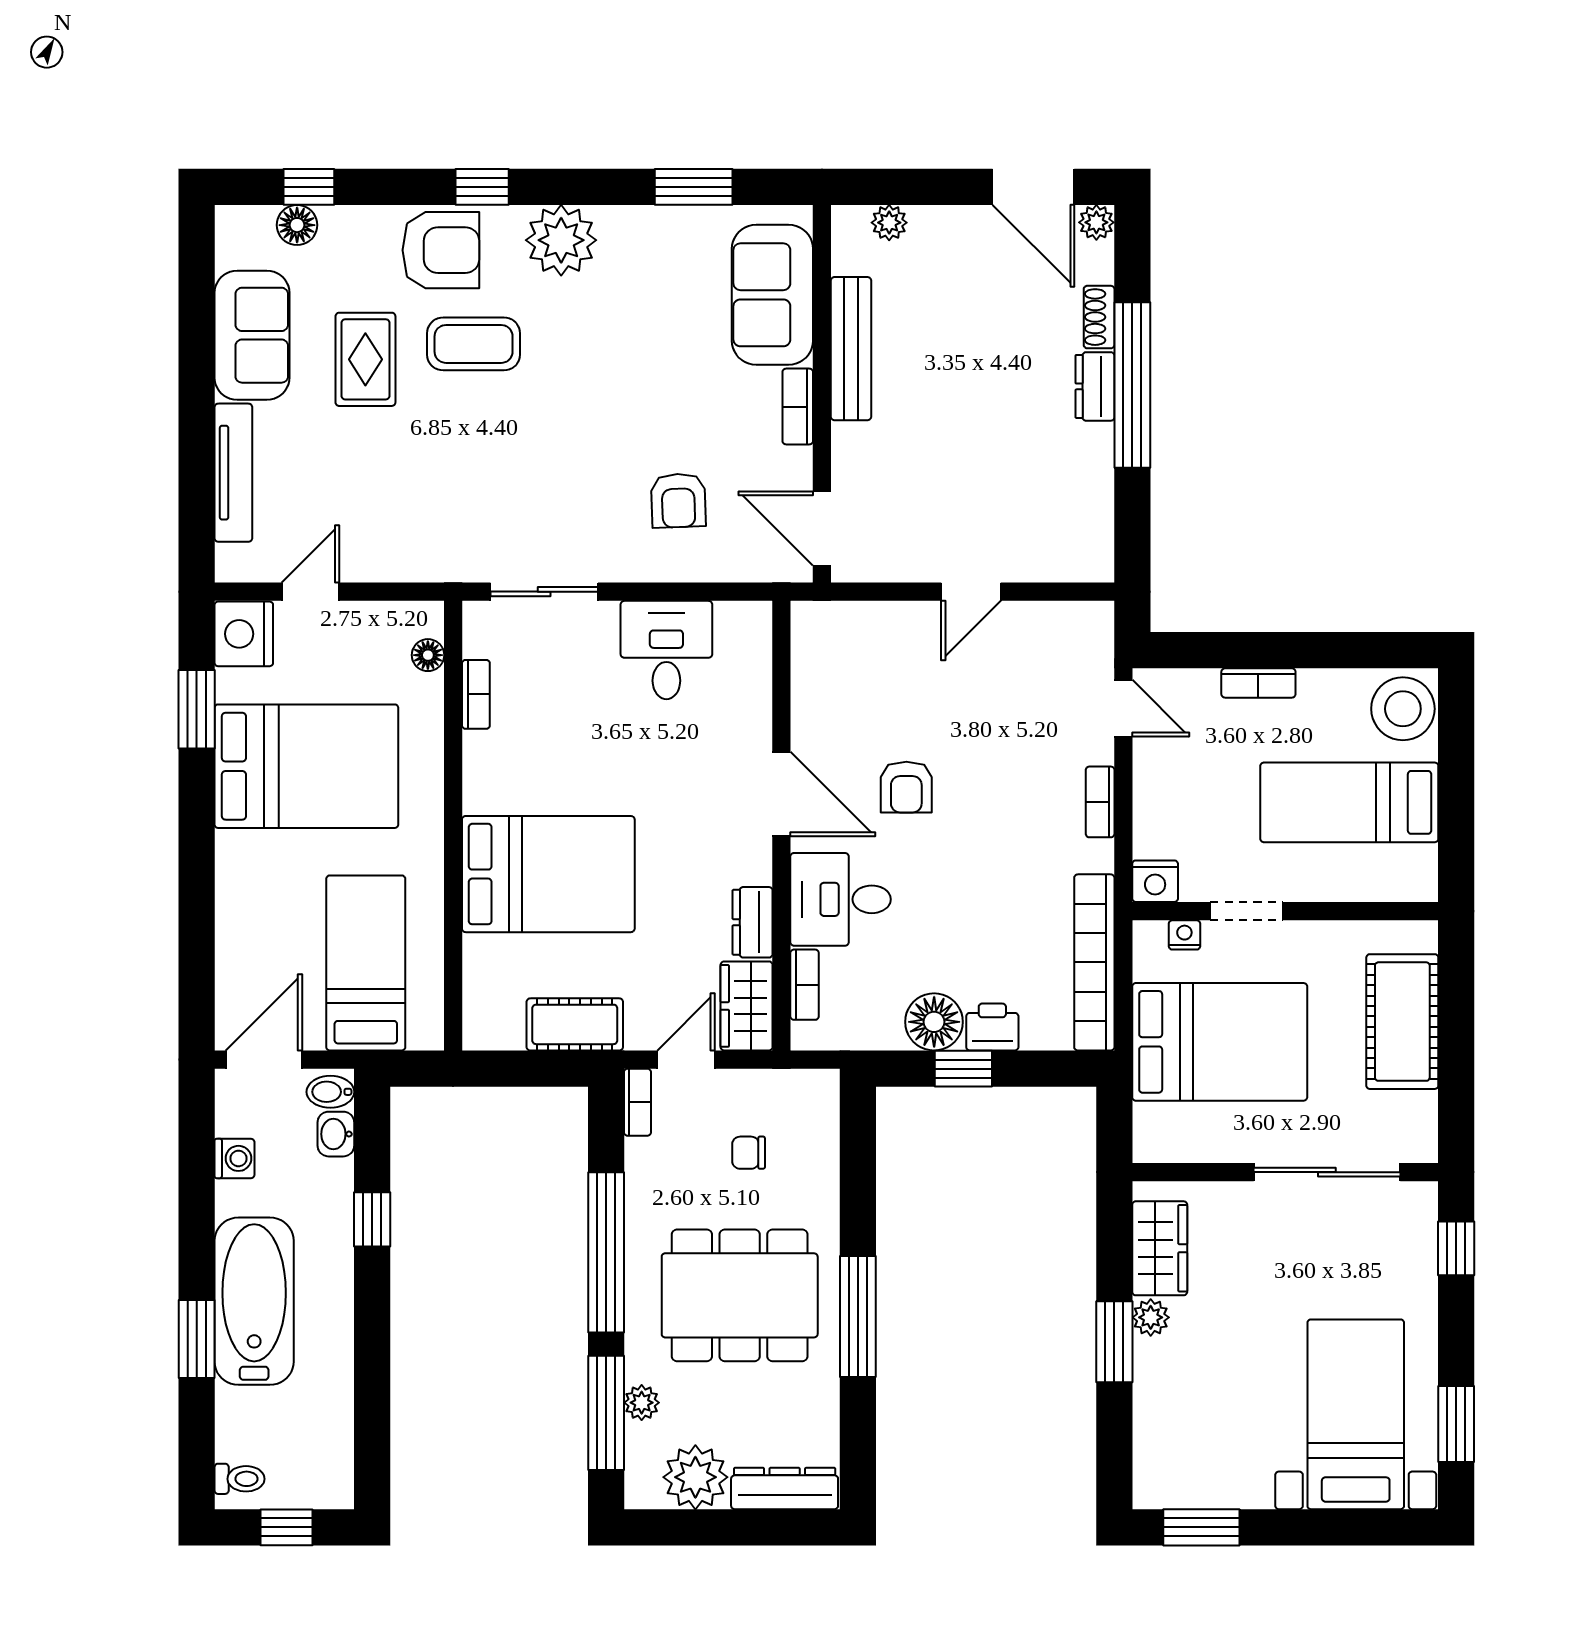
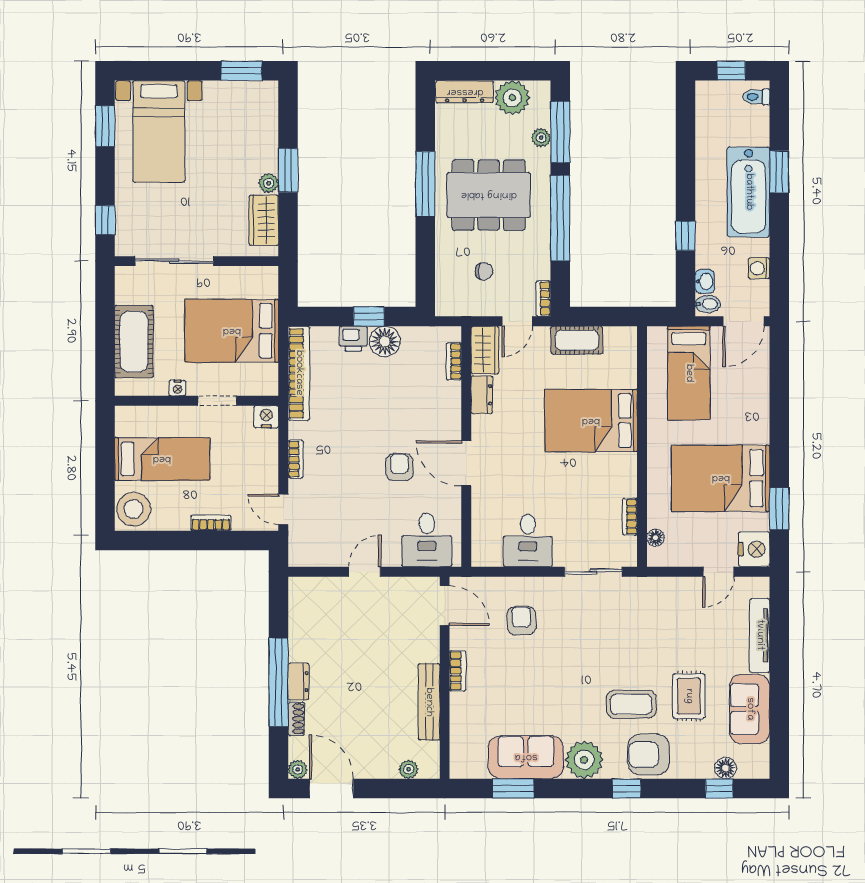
sofa: (772, 295) -> (526, 757), moved, turned -90
desk: (841, 899) -> (427, 540), moved, turned 90
nightstand: (1184, 935) -> (178, 388), moved

